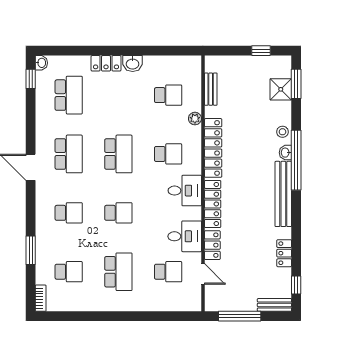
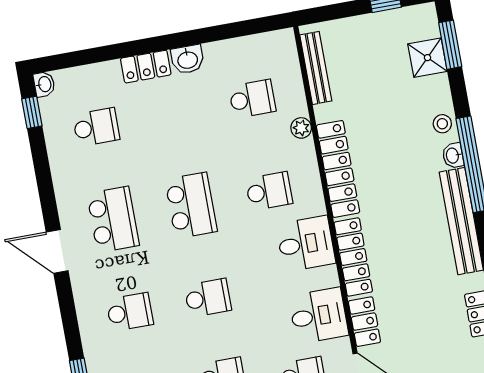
bench: (211, 89) -> (316, 68), width x1.36
school desk: (69, 95) -> (96, 127), width x0.54

